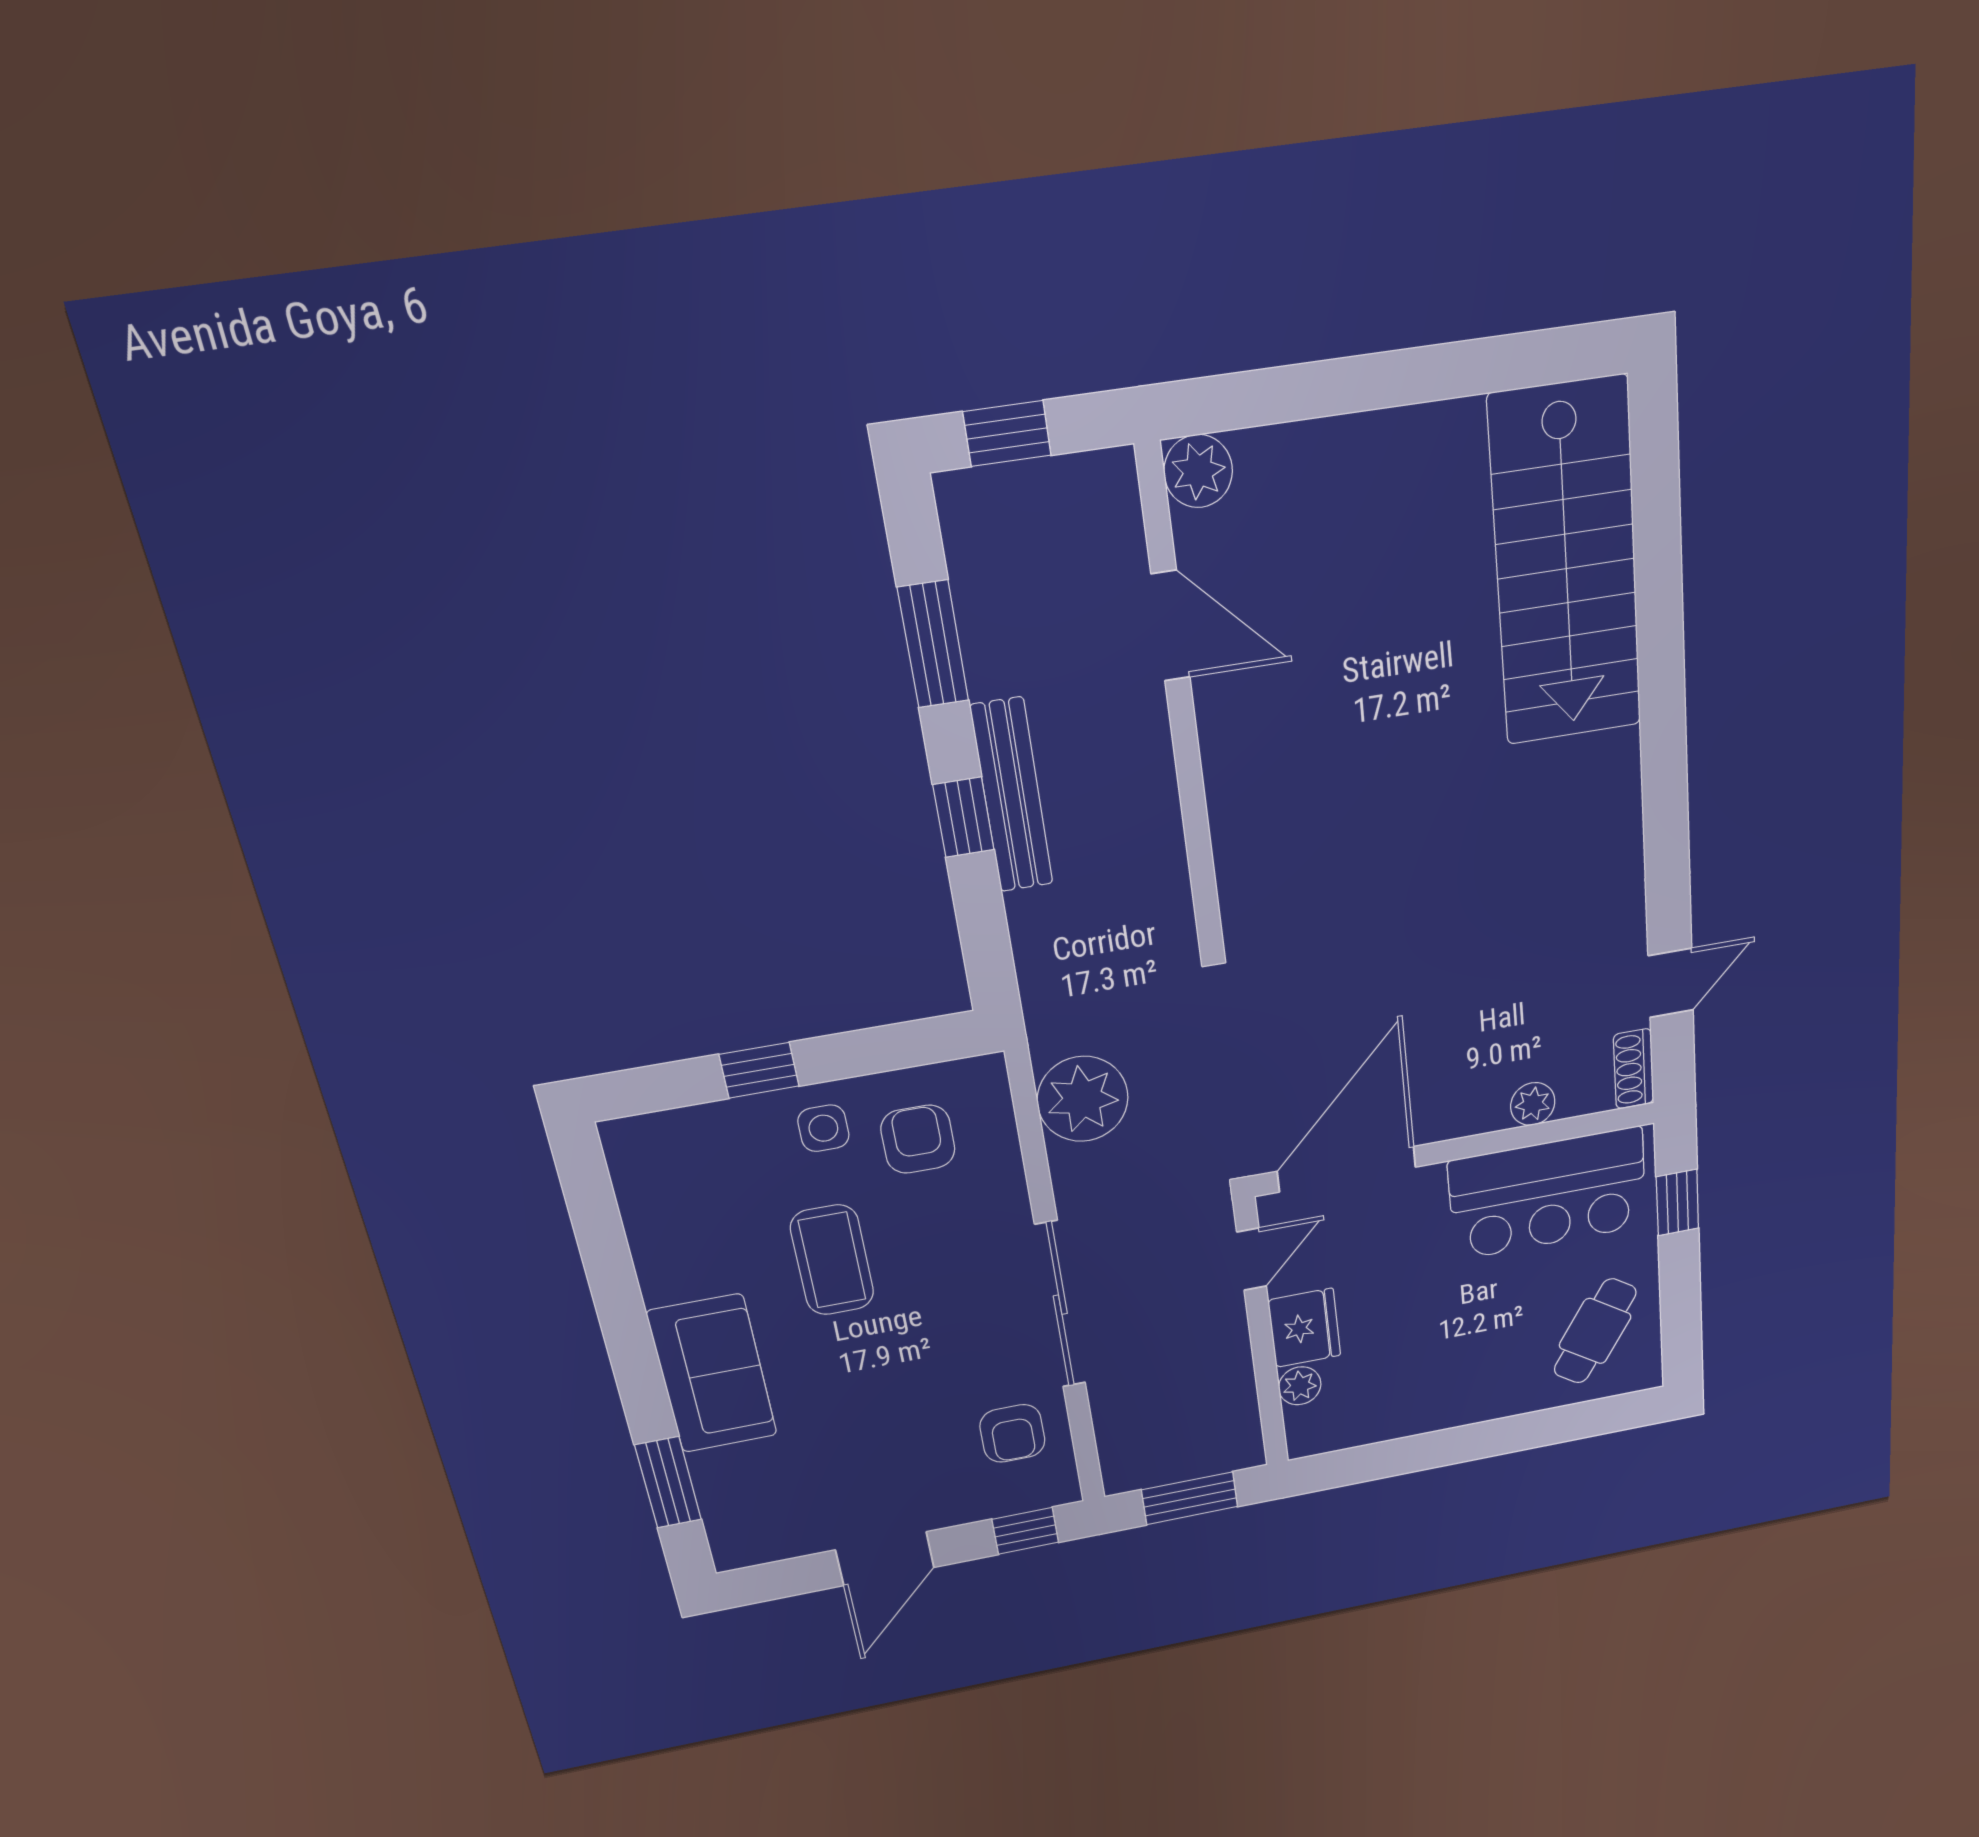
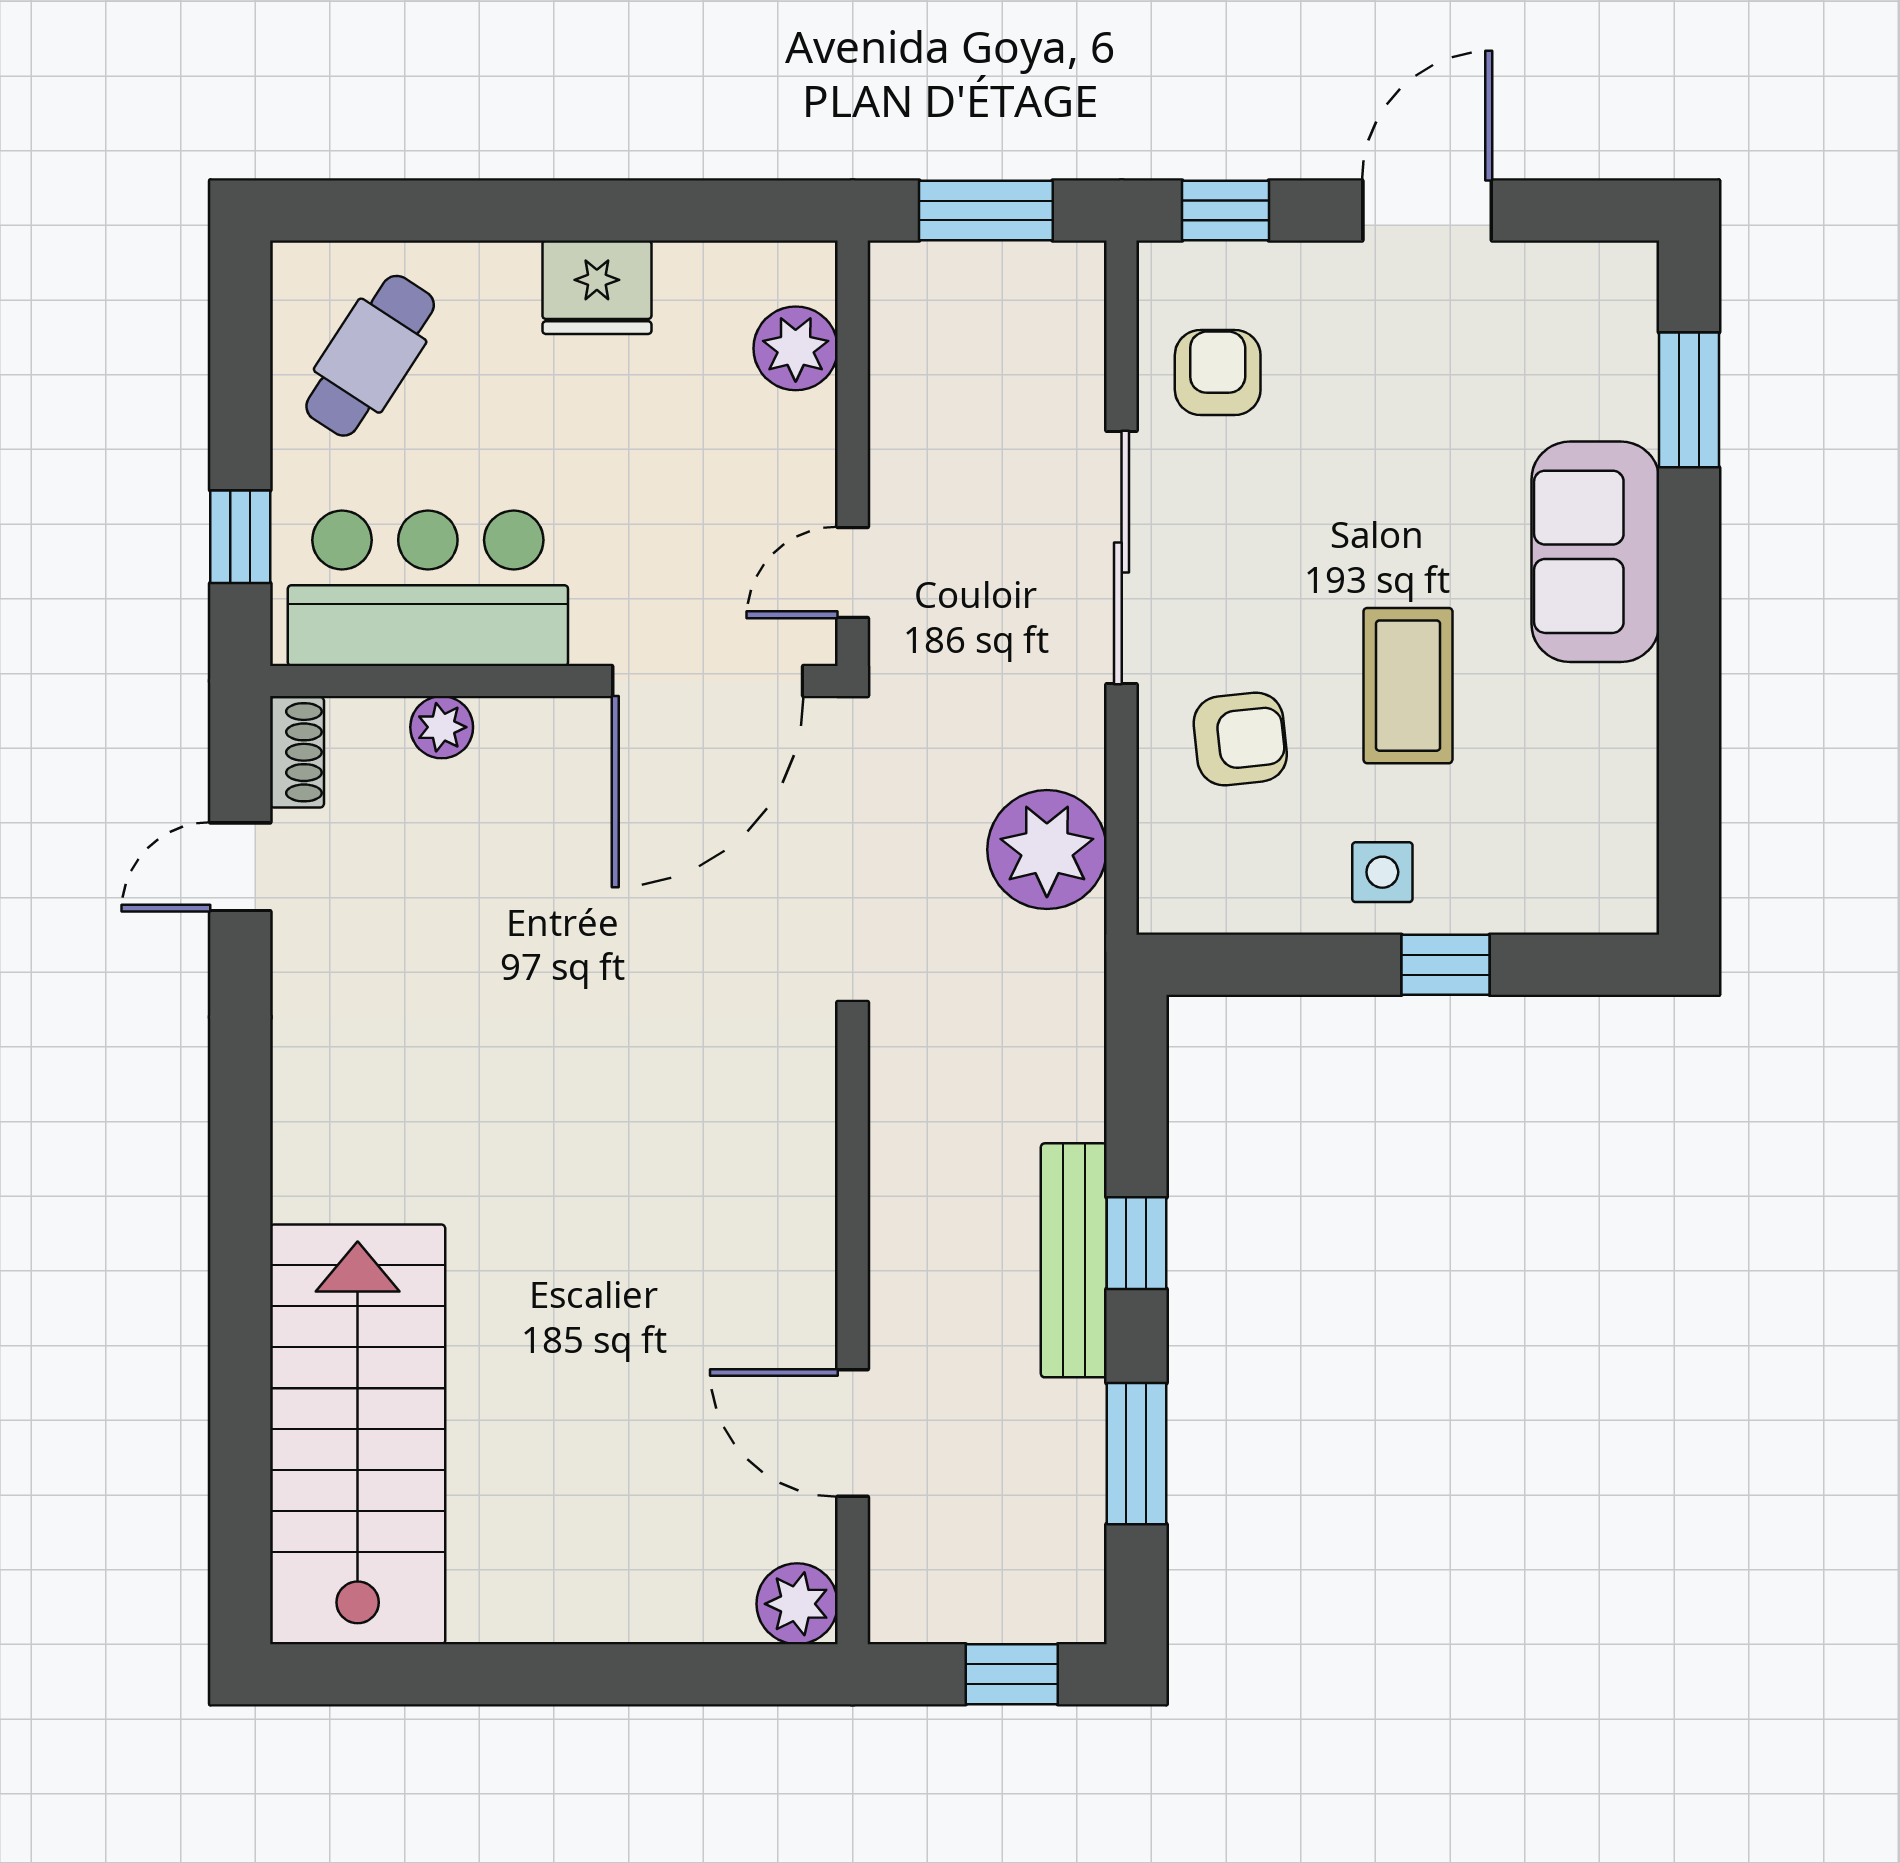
armchair: (918, 1139) -> (1240, 739), moved, turned -96
fridge: (1304, 1328) -> (597, 287), moved, turned -90
plant: (1300, 1386) -> (796, 348), width x1.38, depth x1.38

